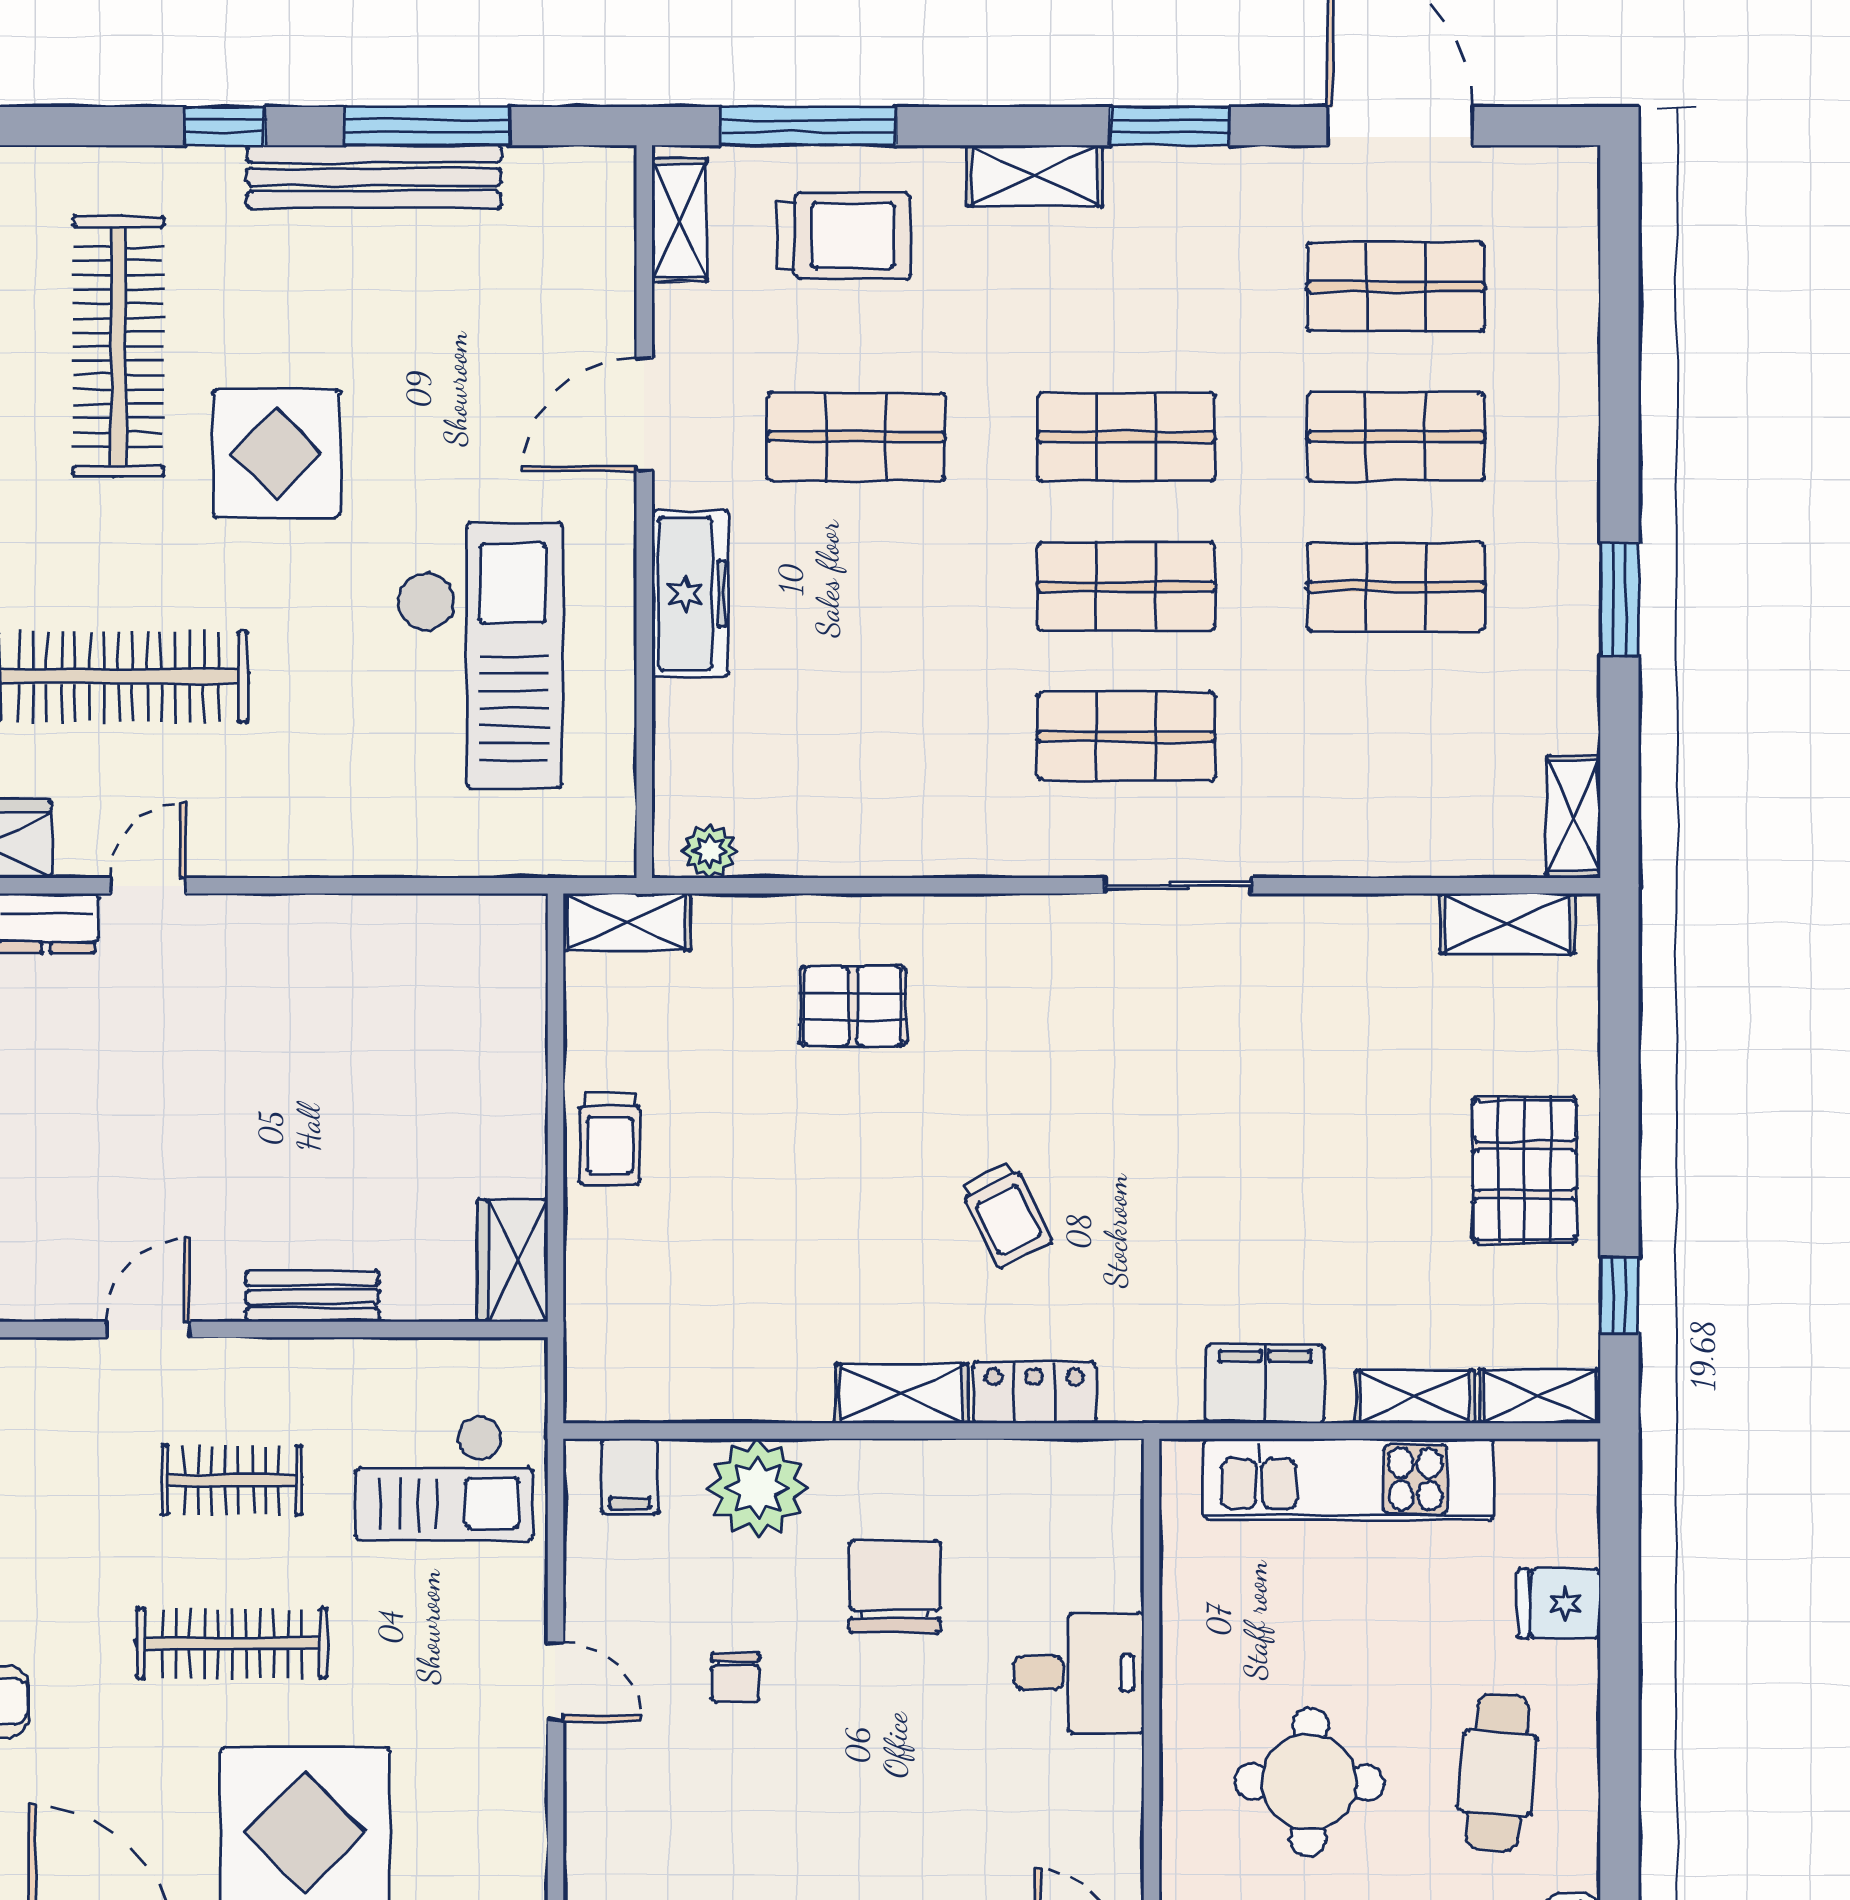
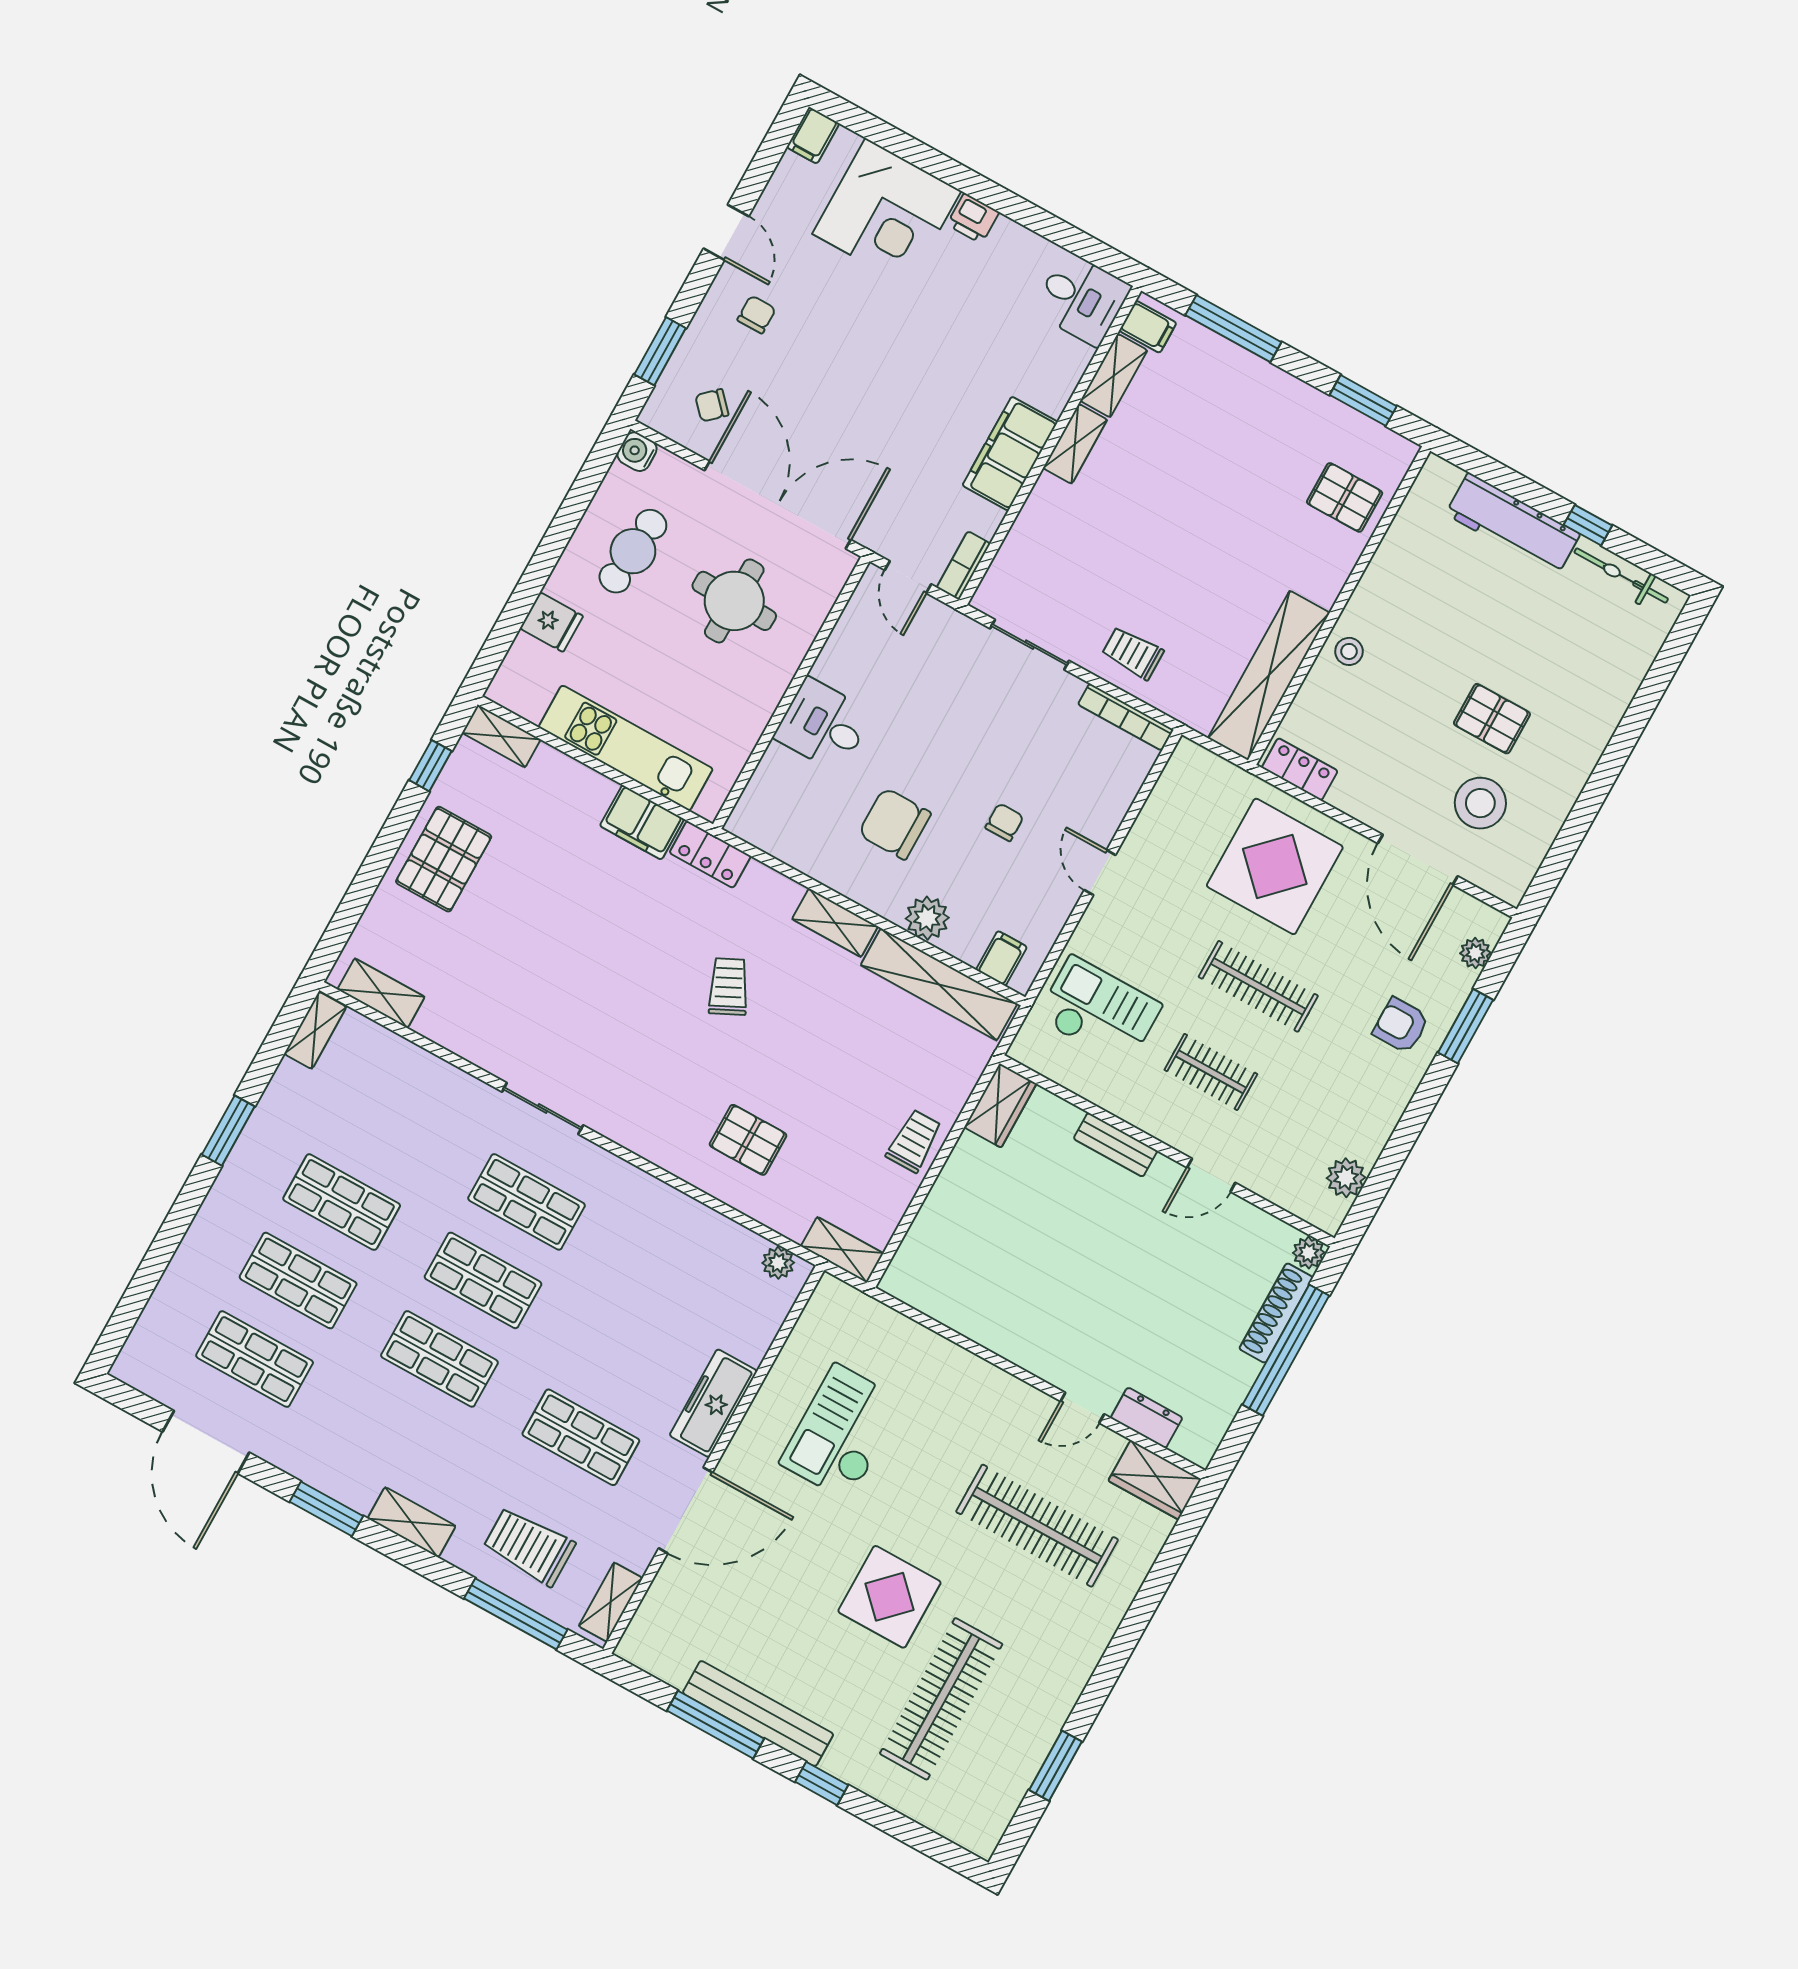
door: (644, 415) -> (686, 1510), width x1.36
checkout: (479, 655) -> (842, 1432), width x0.73, depth x0.83
locker: (1034, 1392) -> (710, 854), moved
shelving: (1415, 1397) -> (939, 984), moved, width x2.20, depth x1.33
plant: (757, 1488) -> (927, 918), width x0.73, depth x0.73
chair: (895, 1587) -> (895, 824), turned 90

